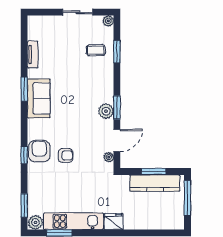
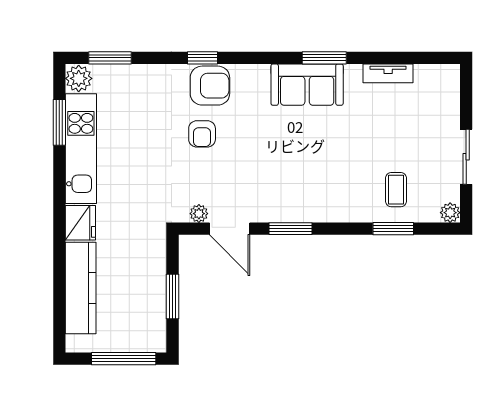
plant: (106, 111) -> (284, 209), removed
kitchen counter: (155, 183) -> (81, 288), moved, turned 180

